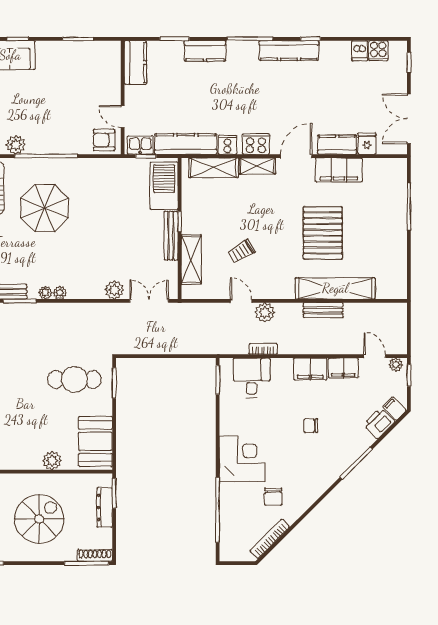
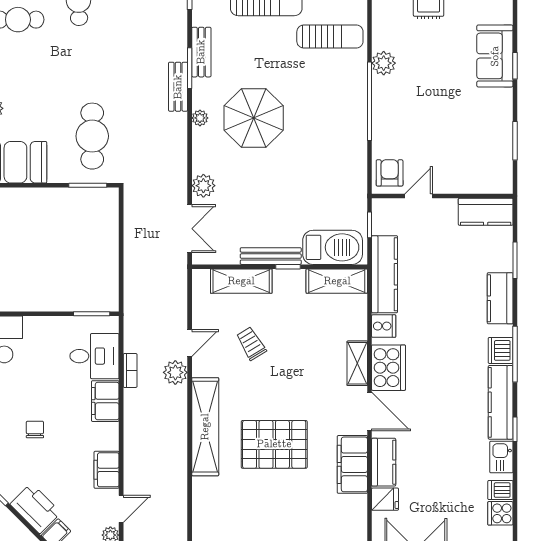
dishwasher: (247, 51) -> (501, 350), added
cooker: (256, 144) -> (389, 368), width x1.37, depth x1.31
kitchen sink: (140, 145) -> (501, 457), moved, turned 180
shelving: (213, 168) -> (337, 281), moved, turned 90
parasol: (45, 208) -> (254, 118), moved
shelving: (335, 288) -> (205, 427), moved
plant: (45, 293) -> (200, 100), removed
bench: (323, 310) -> (178, 87), moved
filing cabinet: (310, 369) -> (105, 401), moved
printer: (379, 423) -> (36, 508), width x1.37, depth x1.19

